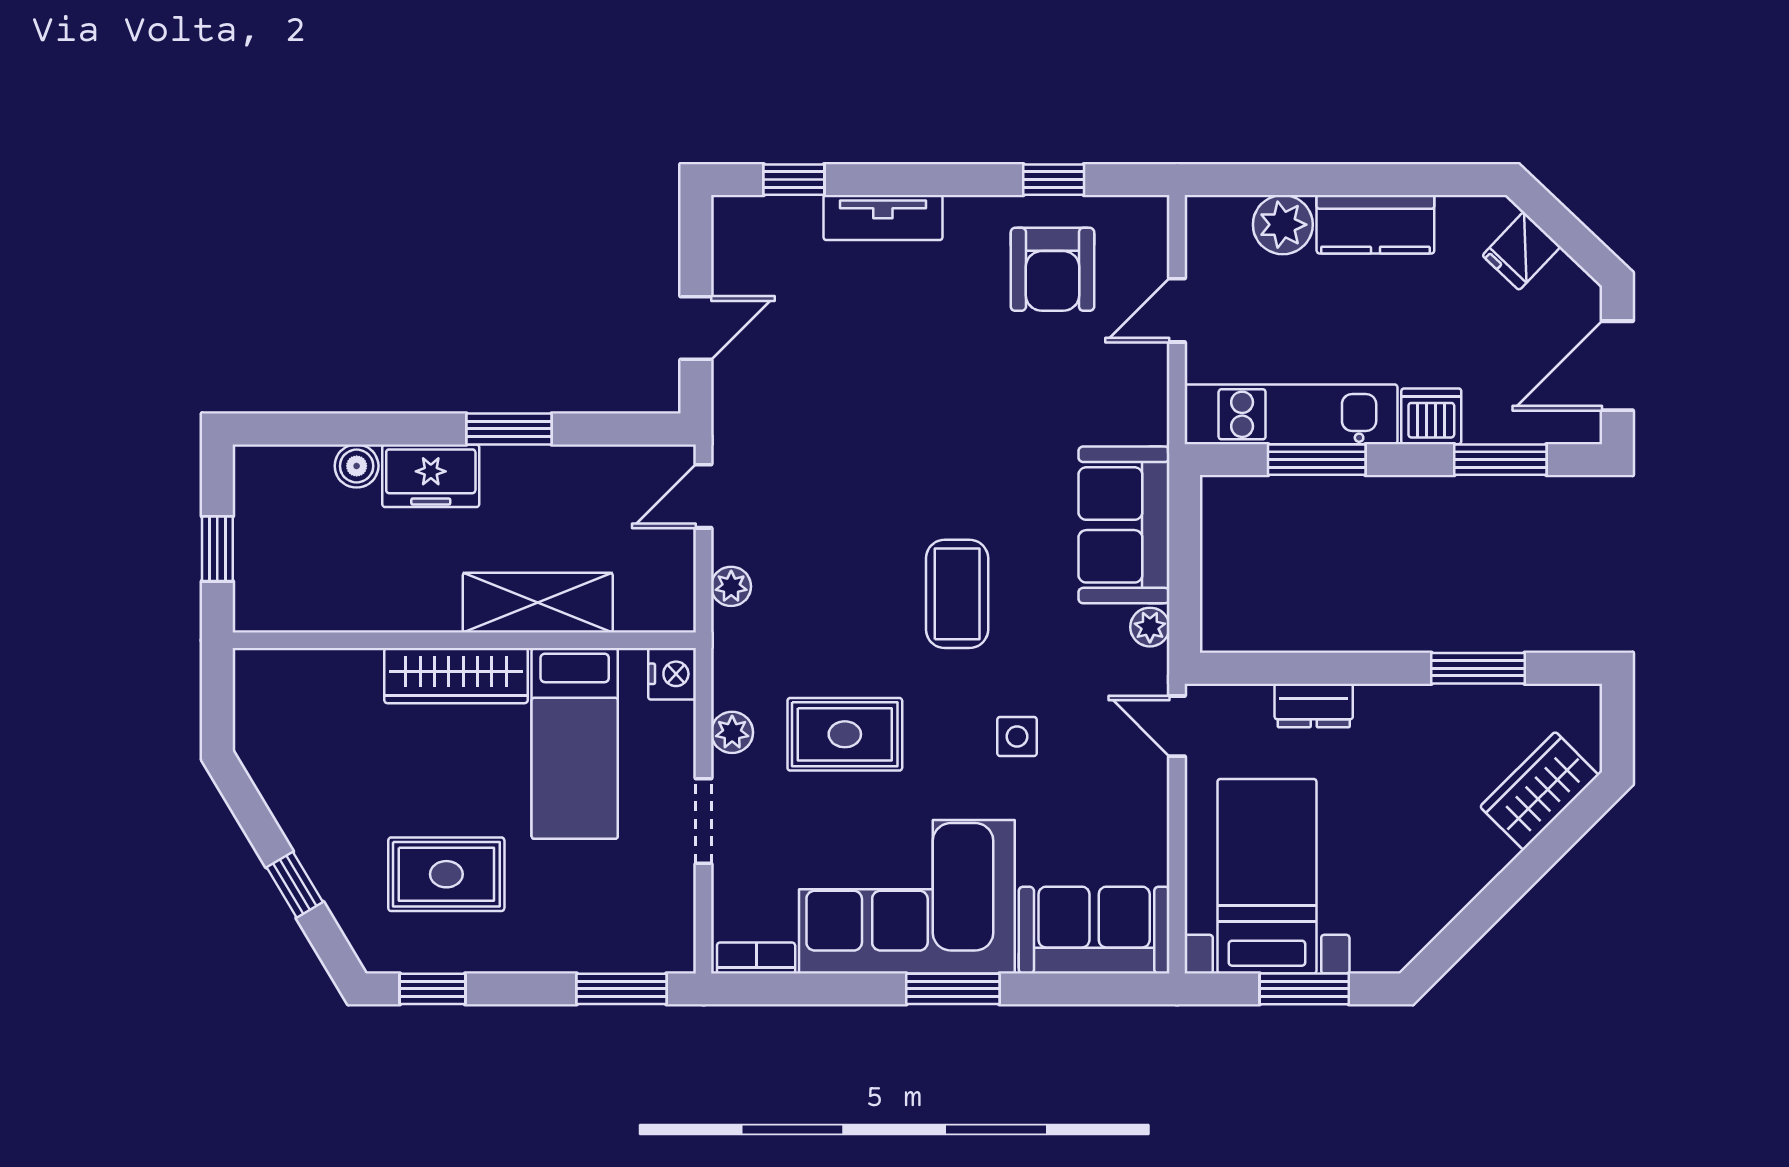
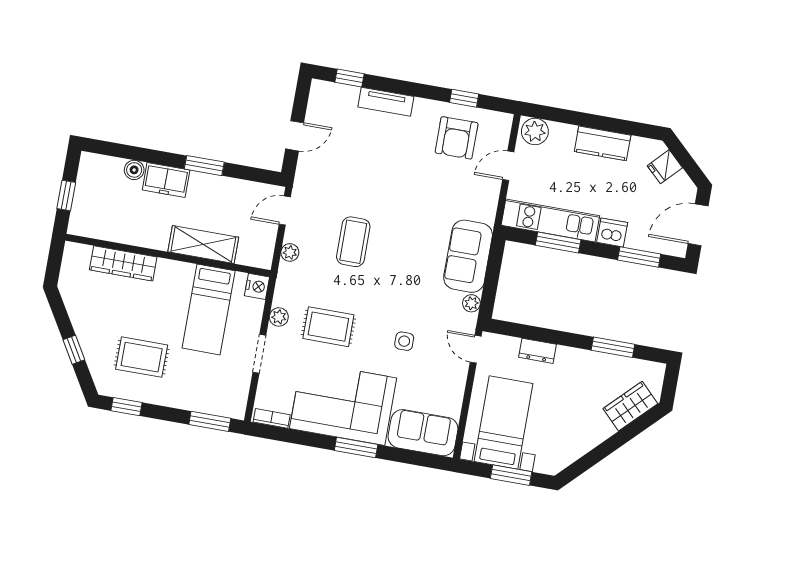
plant: (1283, 225) -> (535, 131), moved
coffee table: (957, 594) -> (353, 242), moved
wardrobe: (456, 676) -> (123, 263), moved

